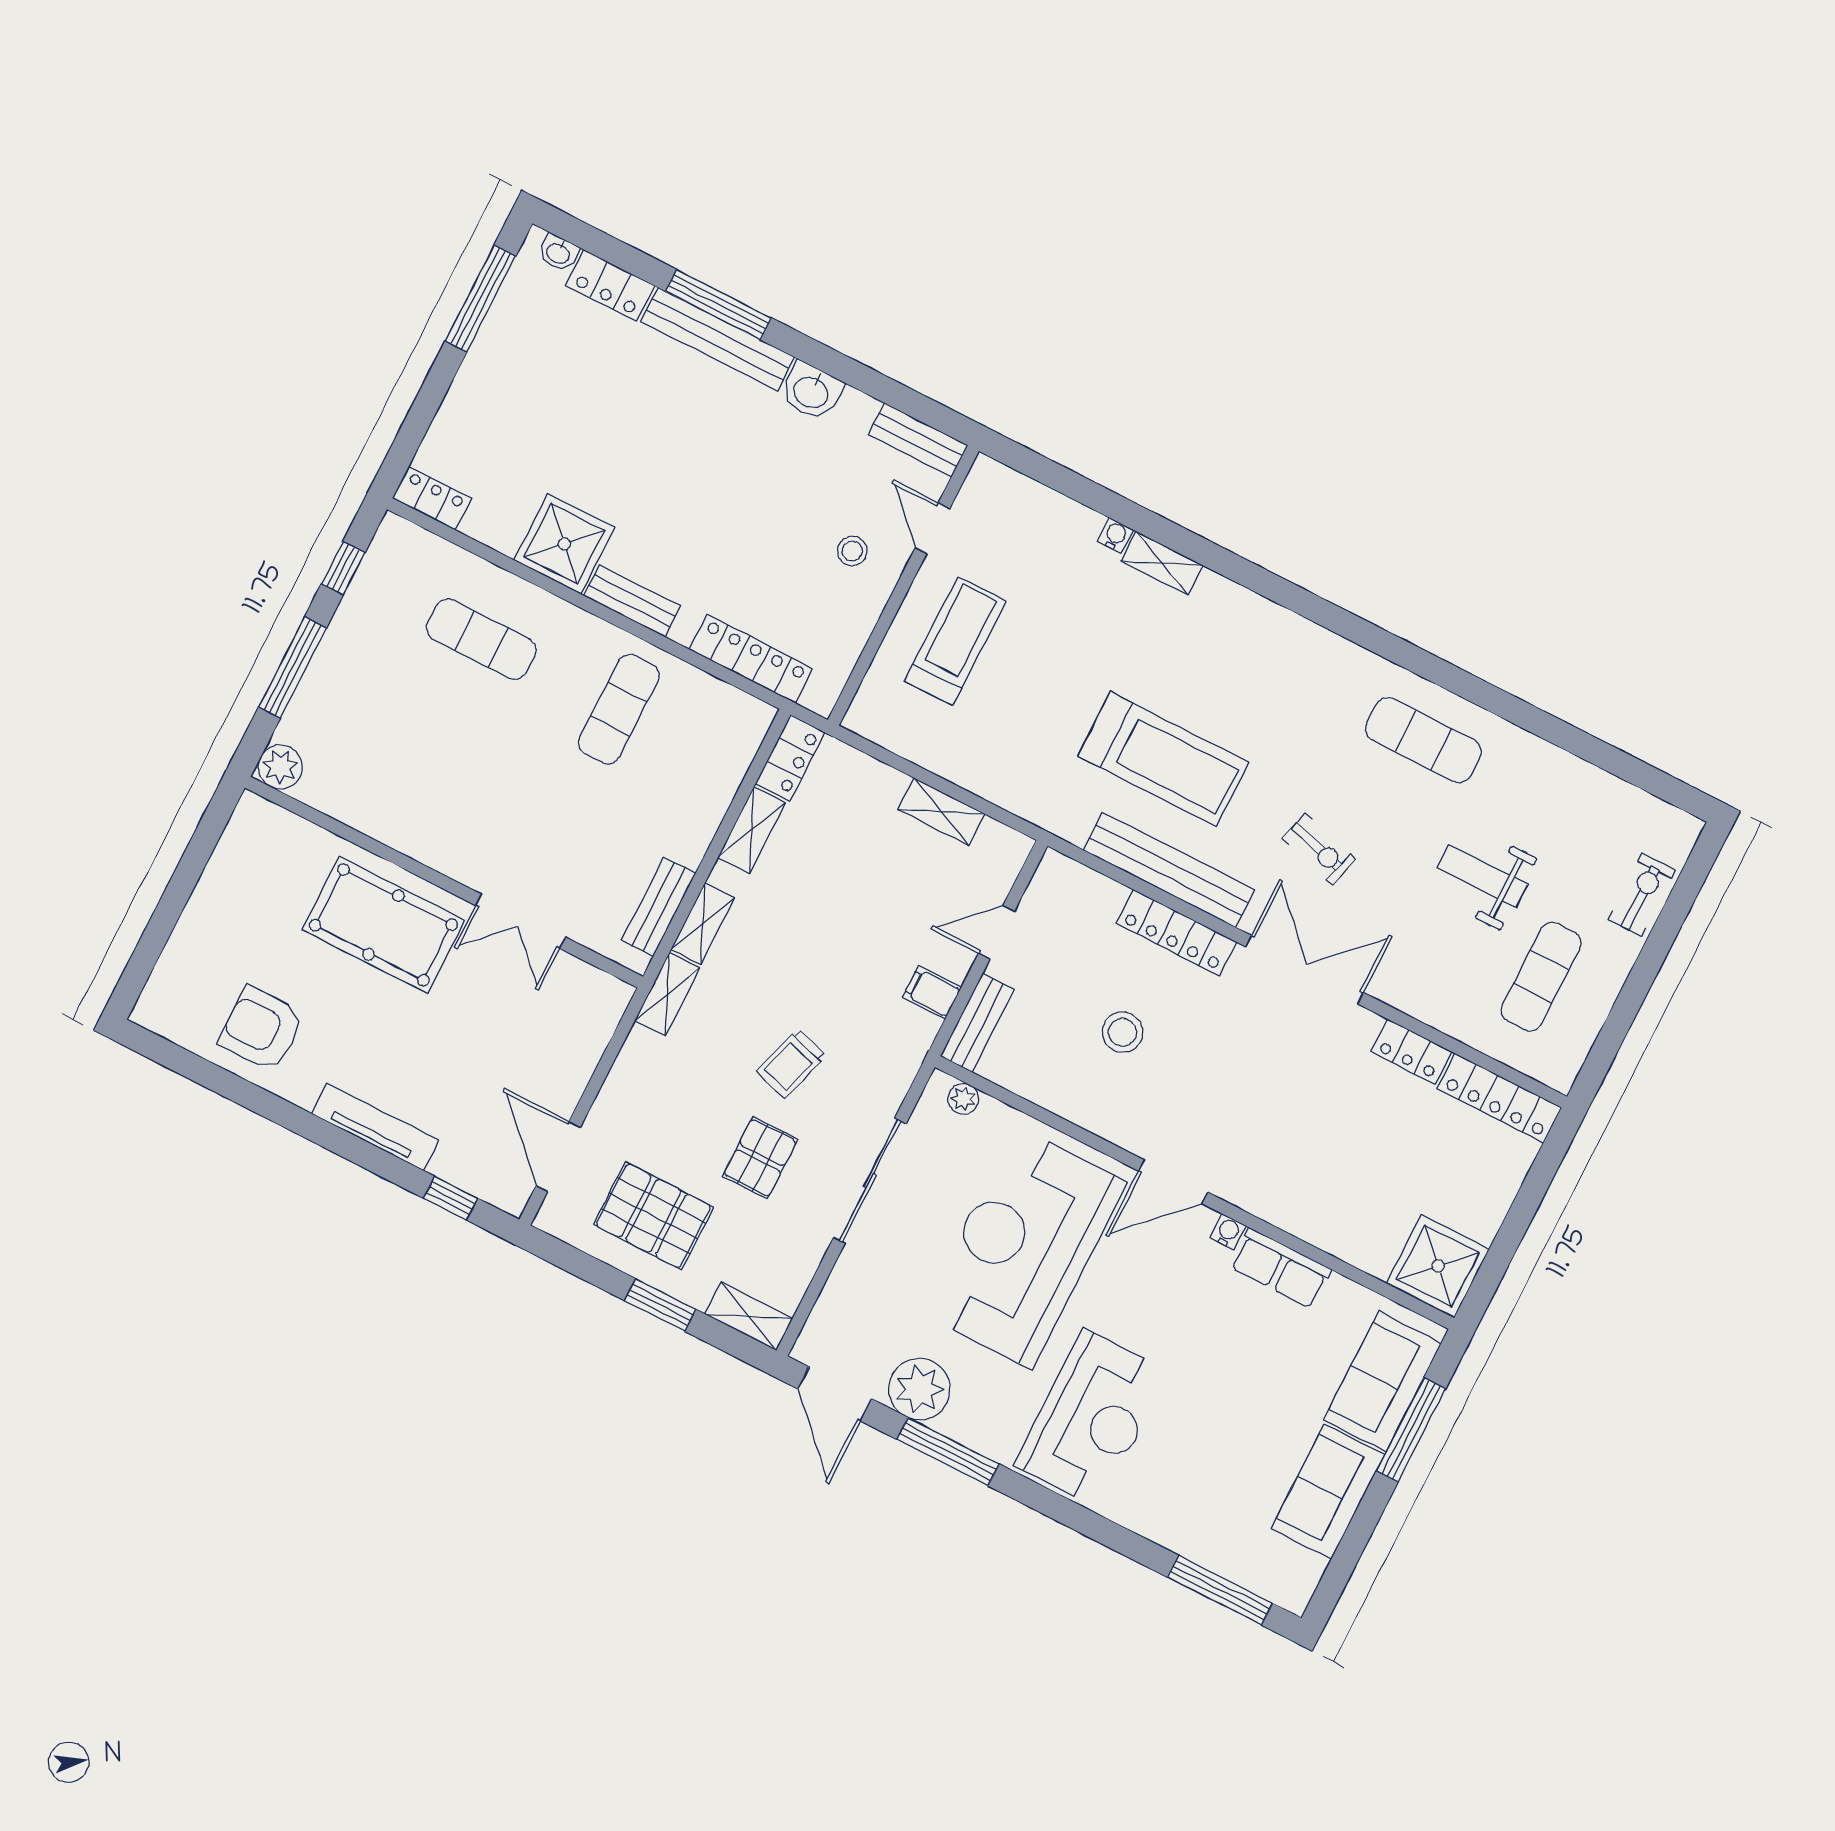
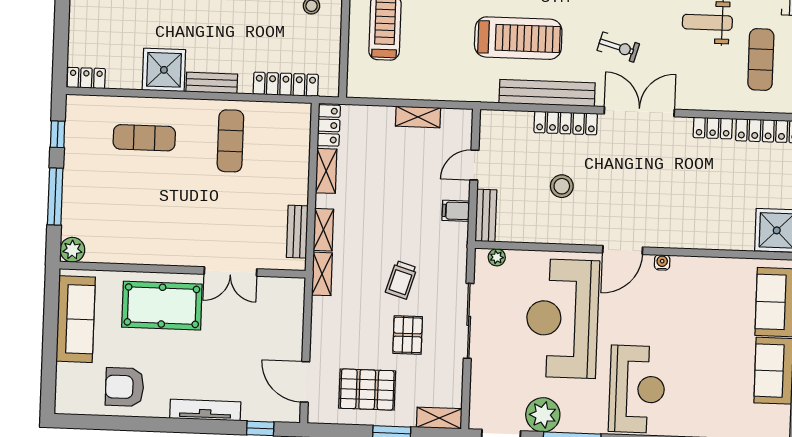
sofa: (233, 882) -> (76, 319), added
row of seats: (1281, 1268) -> (697, 269), removed

